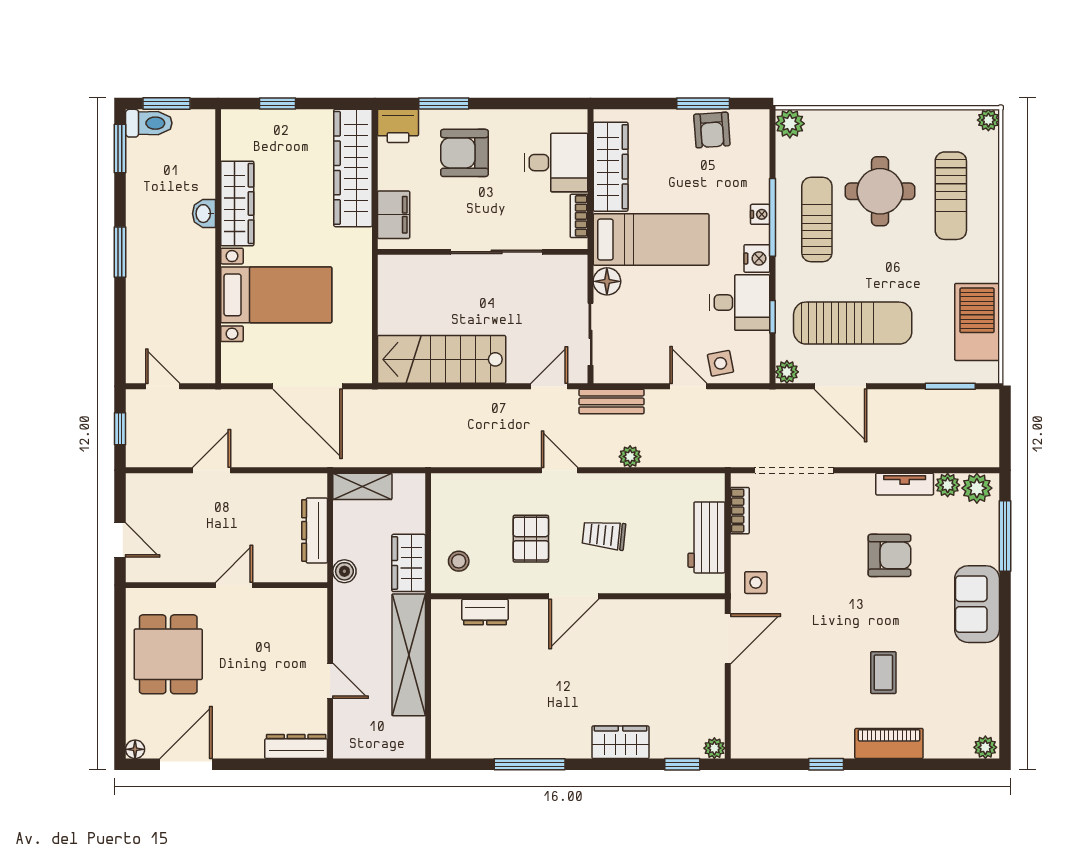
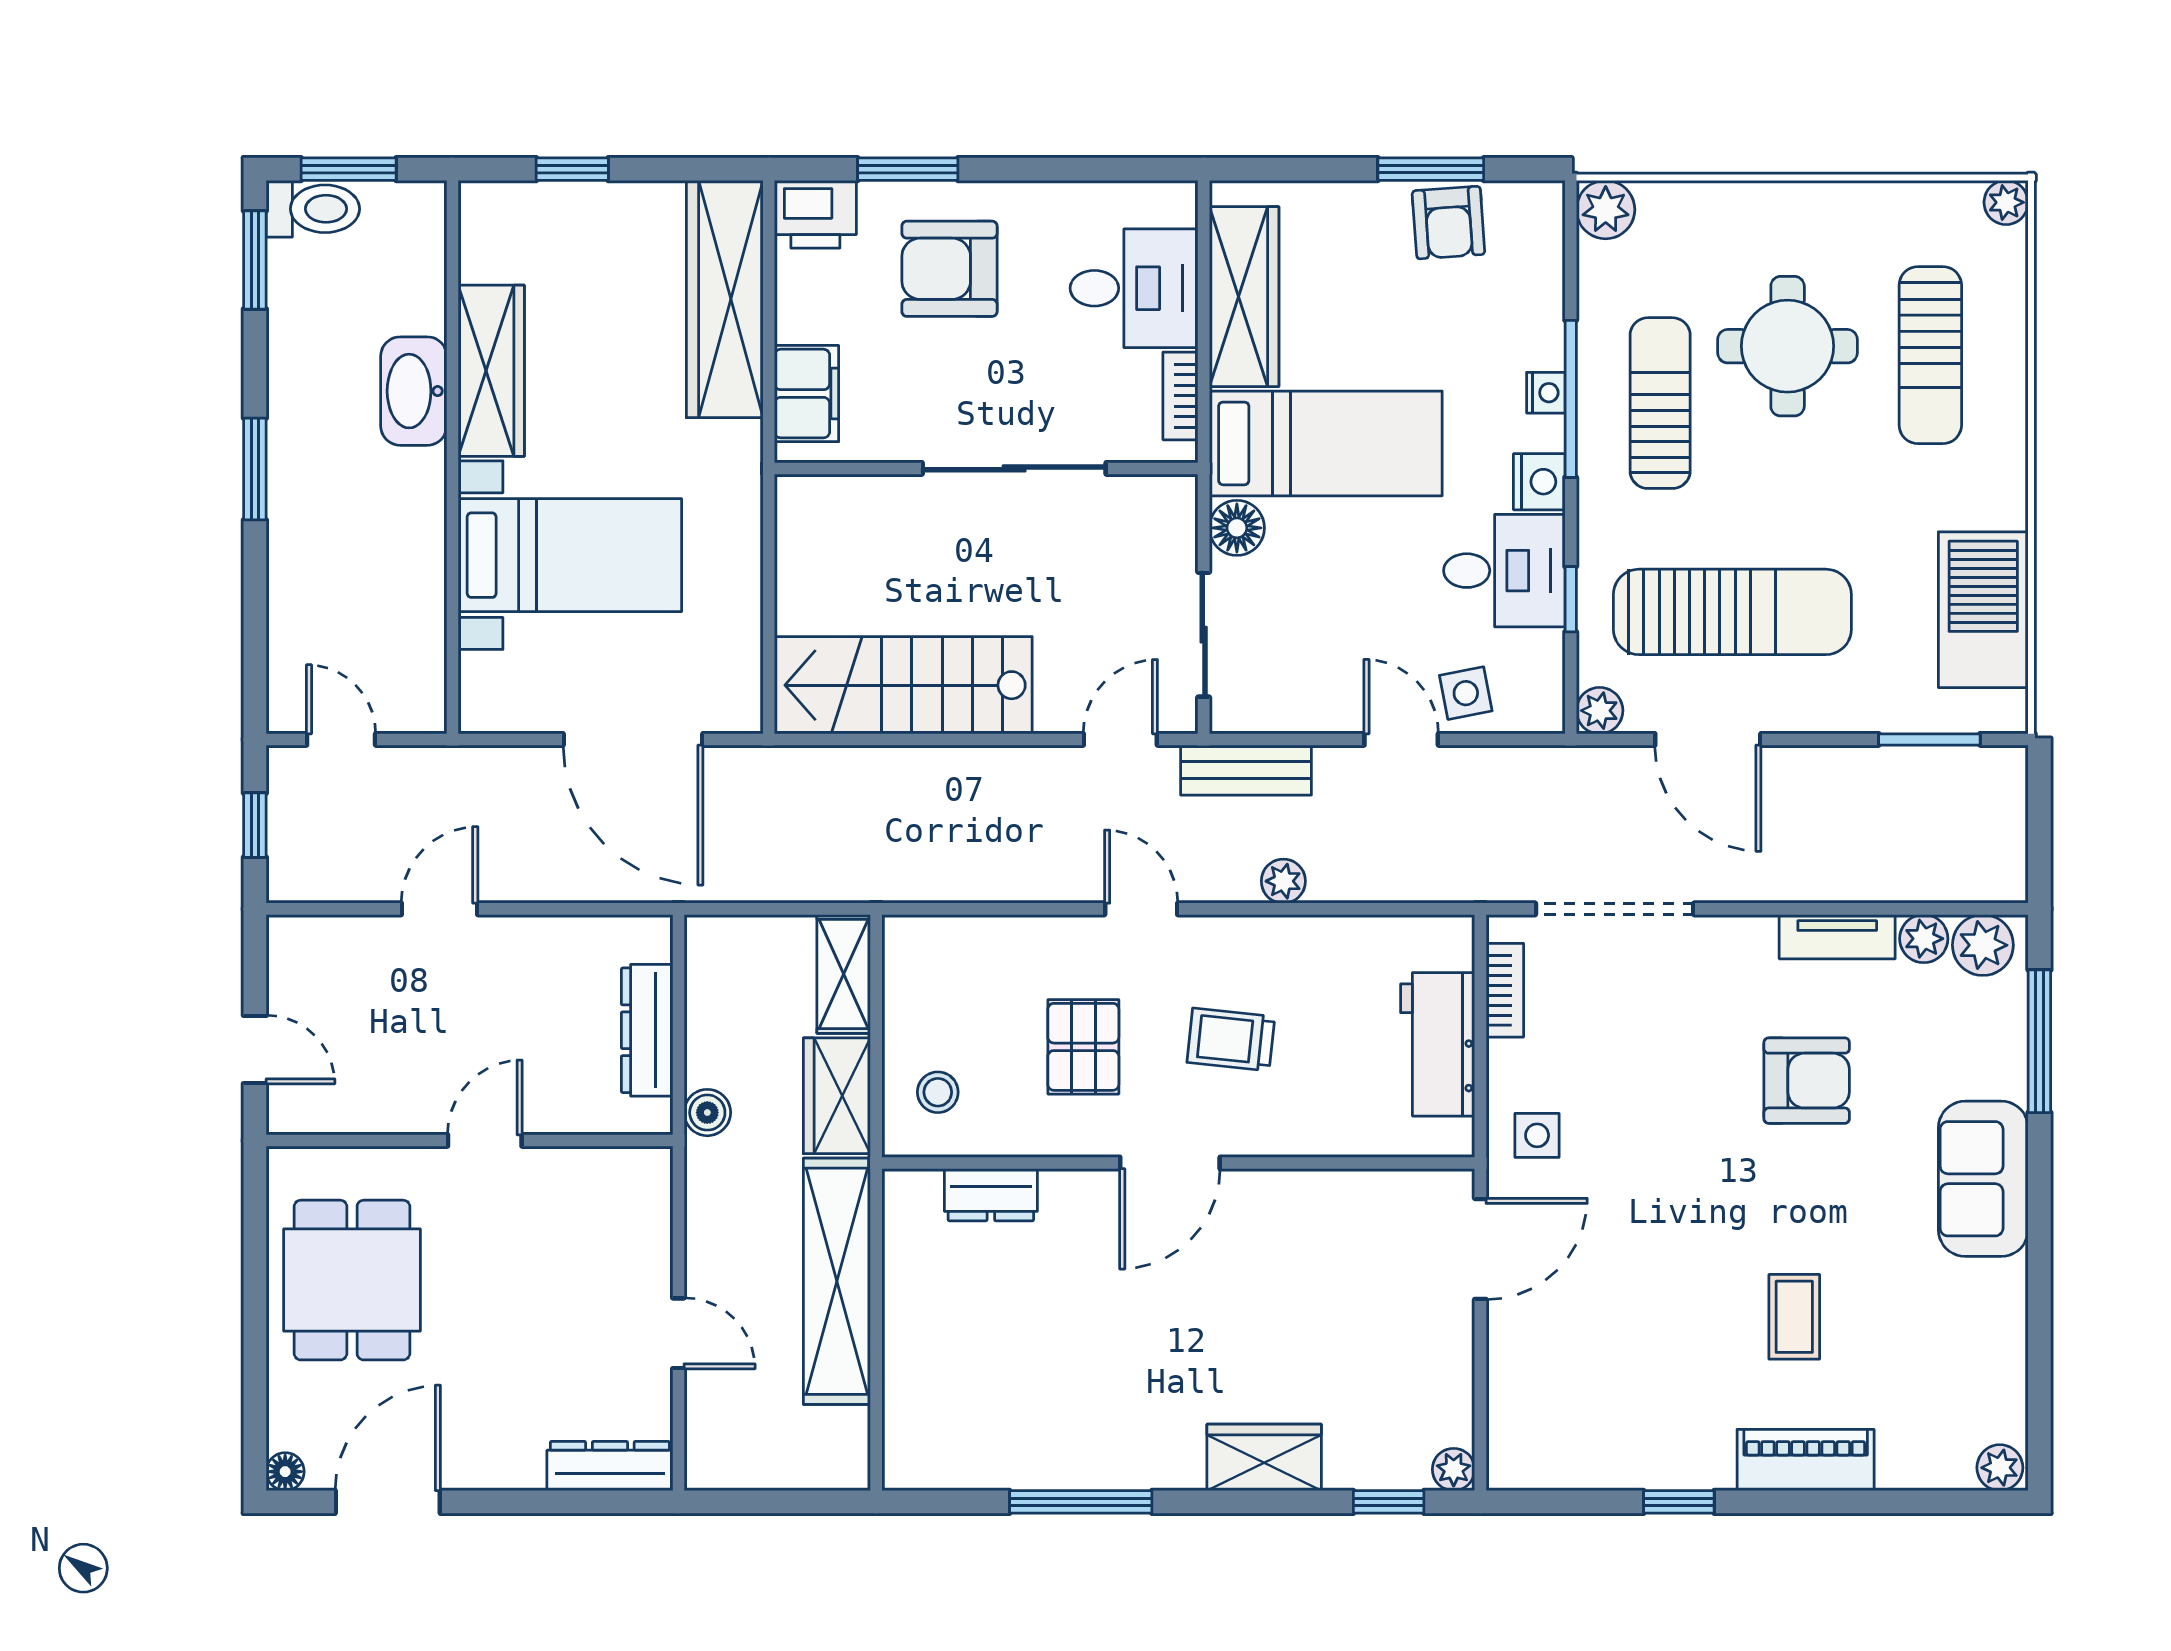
washbasin: (204, 214) -> (414, 391), width x1.91, depth x1.45
shelving: (362, 486) -> (844, 974), moved, turned 90

